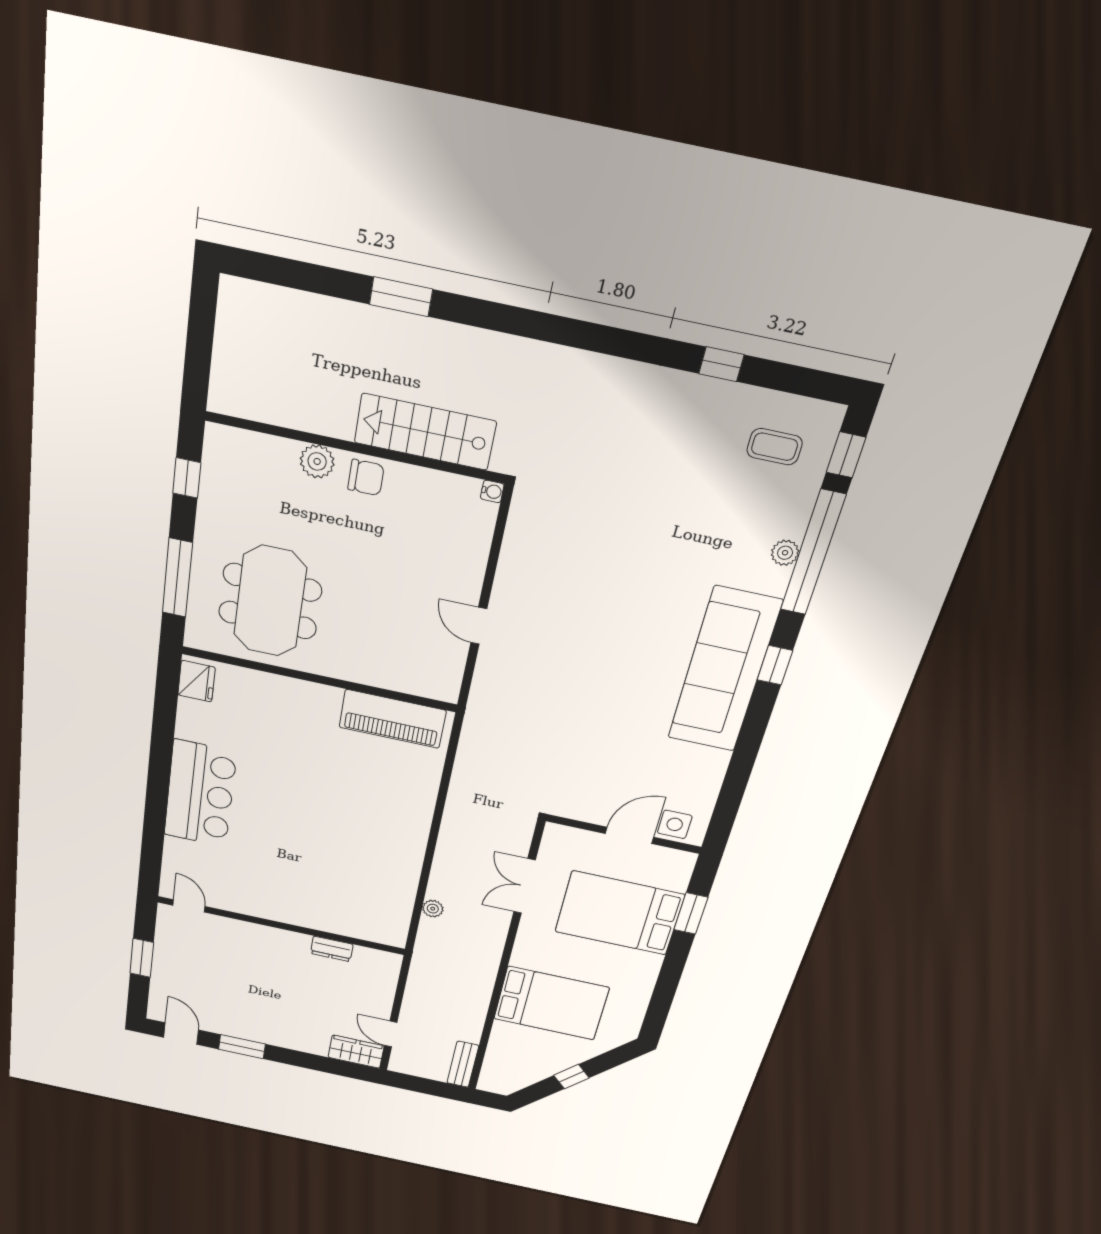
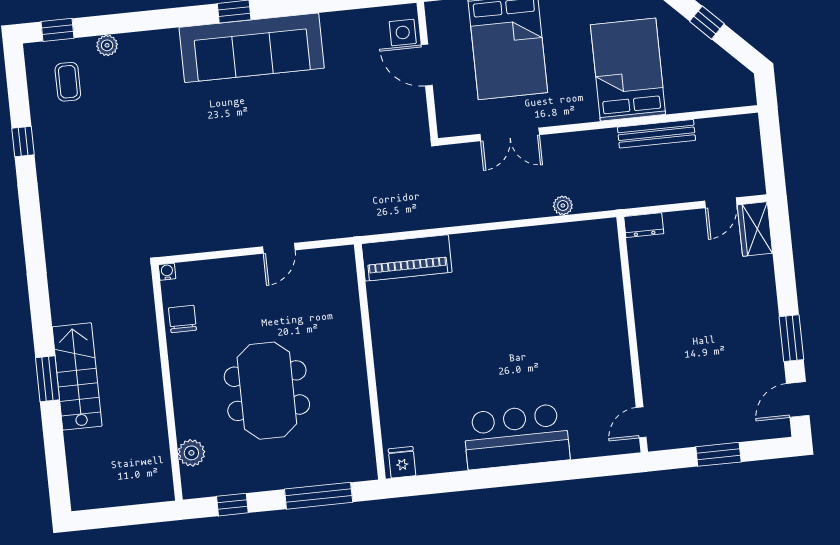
stairs: (425, 432) -> (77, 376), moved, turned 180
plant: (317, 461) -> (191, 453), moved
chair: (366, 477) -> (183, 319), moved
plant: (785, 553) -> (107, 45), moved
window: (813, 553) -> (136, 22), removed
meeting table: (270, 601) -> (267, 391), moved, turned 90
fridge: (197, 681) -> (402, 462), width x0.72
piano: (392, 719) -> (407, 258), moved, turned 90
dresser: (332, 949) -> (644, 225), moved, turned 90
bench: (463, 1064) -> (656, 134), moved, width x1.36

